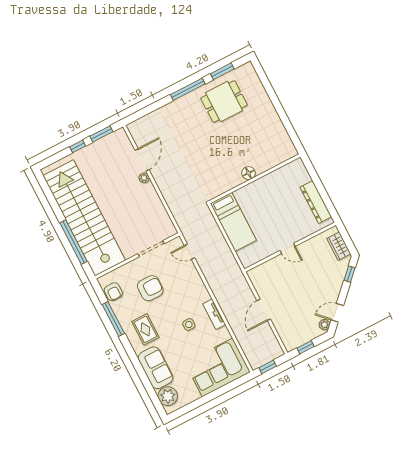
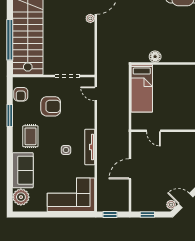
floor lamp: (248, 173) -> (155, 57), moved
door: (288, 248) -> (153, 131), moved
tv unit: (214, 314) -> (90, 147), width x1.41
window: (113, 319) -> (10, 115), width x0.69

